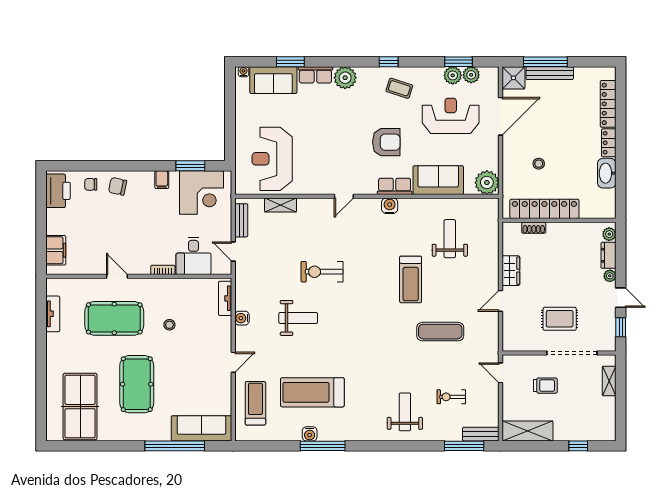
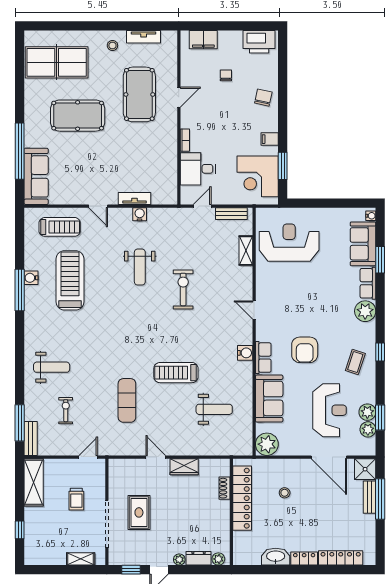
bench: (550, 73) -> (370, 497), width x0.73
chair: (91, 184) -> (226, 75), moved
tv unit: (225, 298) -> (135, 198), moved
stool: (169, 325) -> (112, 45), moved

